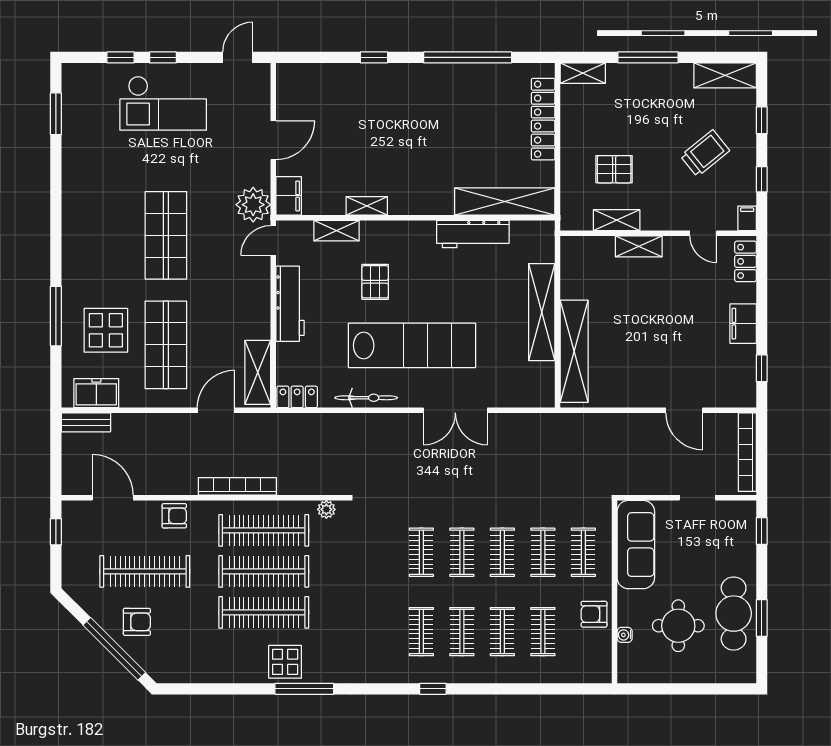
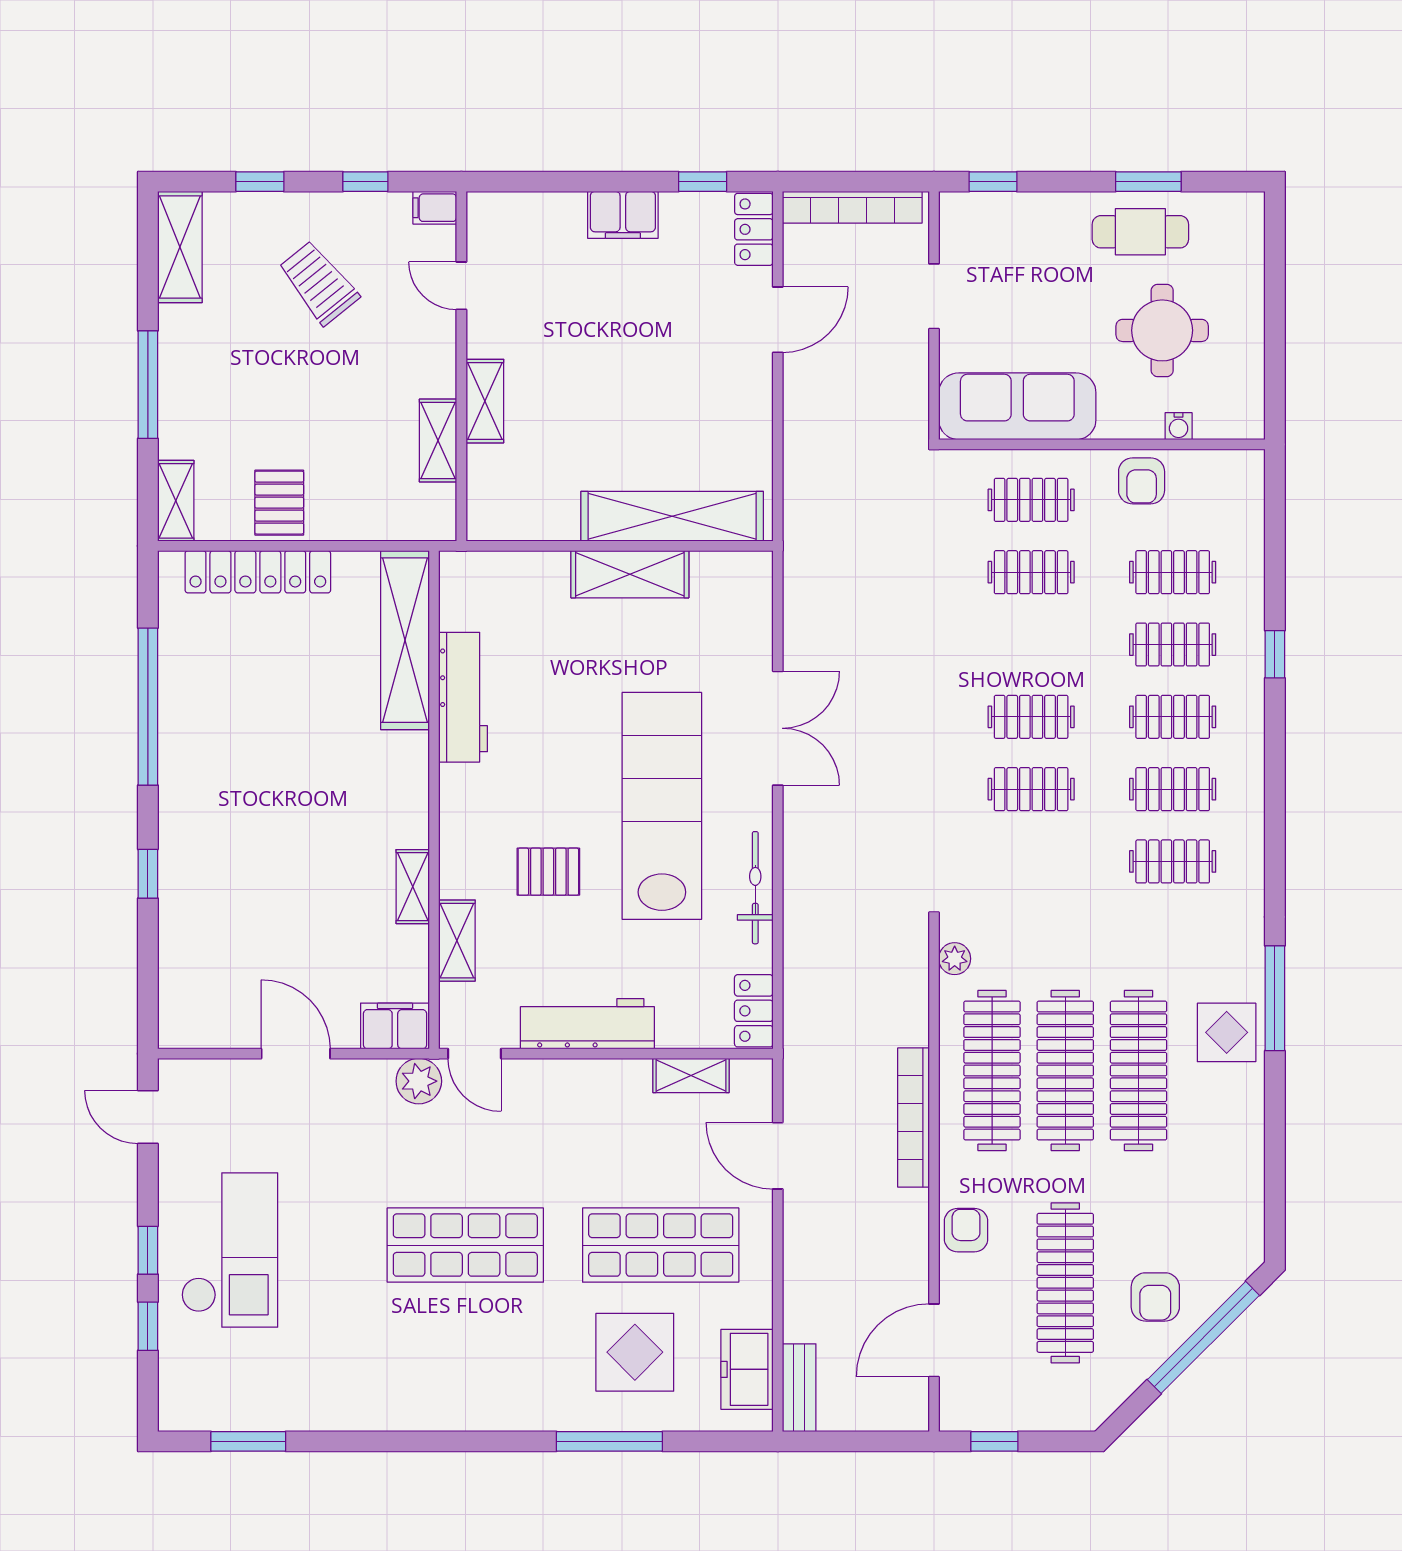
pallet: (614, 169) -> (279, 503), moved
plant: (253, 205) -> (419, 1081), width x0.73, depth x0.73
door: (703, 233) -> (461, 286), swing flipped
locker: (745, 261) -> (754, 229), moved, turned 90
shelving: (542, 312) -> (630, 574), width x0.68
shelving: (258, 372) -> (691, 1075), width x0.67, depth x0.75
clothes rail: (502, 552) -> (1173, 861), moved
cafe table: (734, 614) -> (1140, 232), width x0.73, depth x0.74
armchair: (137, 622) -> (1155, 1297), turned 180
window: (433, 689) -> (1275, 654), moved

